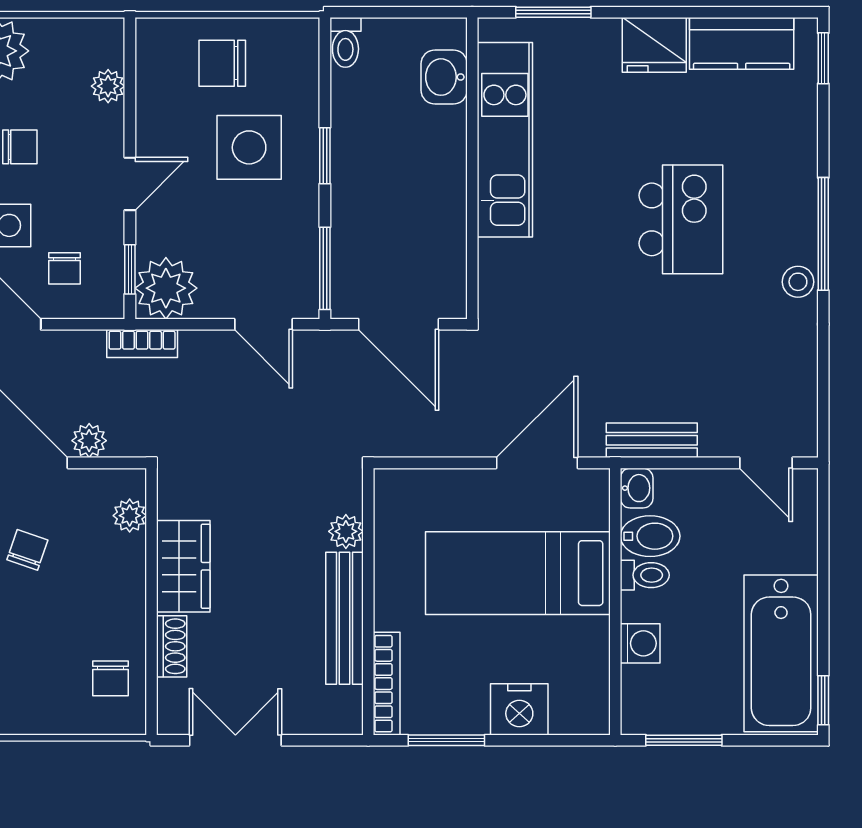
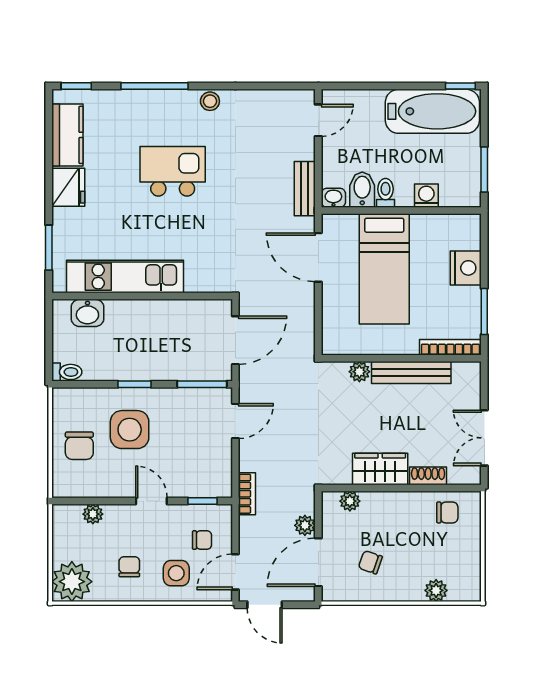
window: (823, 234) -> (155, 86), moved
plant: (166, 288) -> (214, 479), removed

